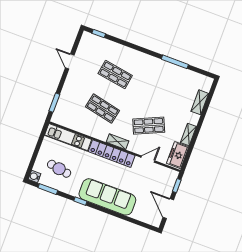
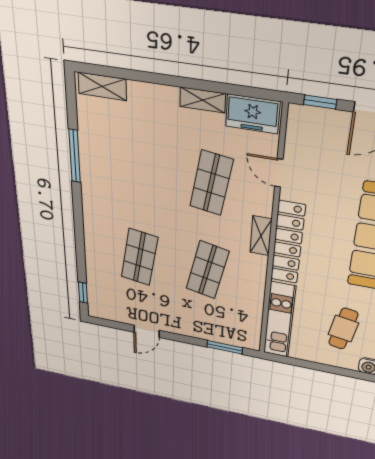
shelving: (200, 102) -> (102, 86), moved
shop shelf: (149, 126) -> (211, 183), turned 33

